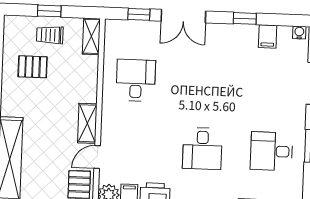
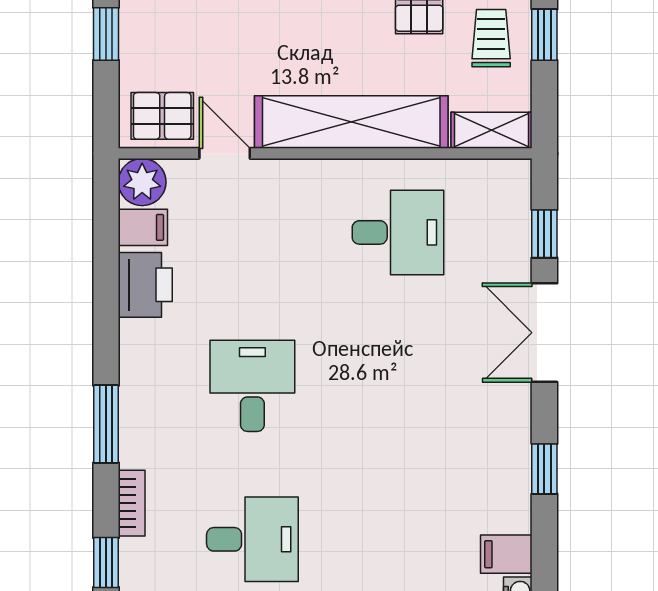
filing cabinet: (268, 36) -> (506, 554), moved
shelving: (87, 123) -> (351, 122), width x2.20, depth x1.33
desk: (202, 149) -> (252, 386), turned 90
desk: (271, 151) -> (252, 539), turned 90

